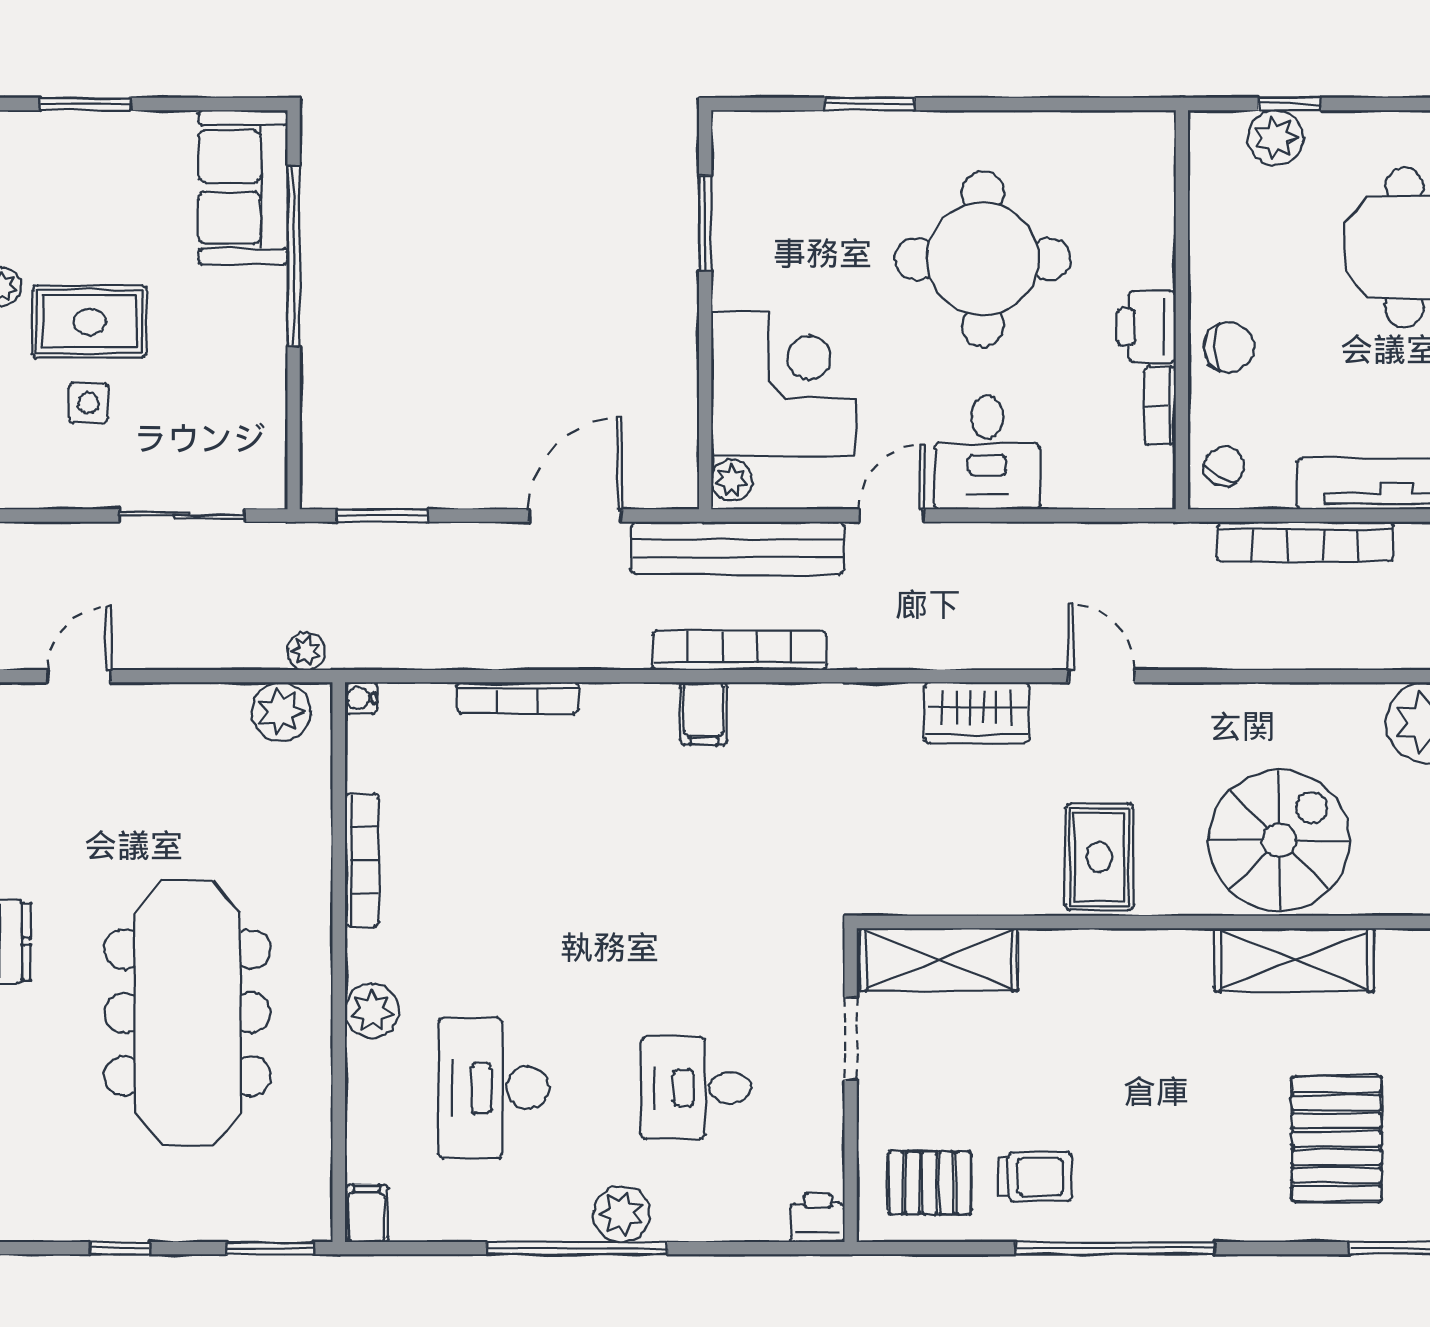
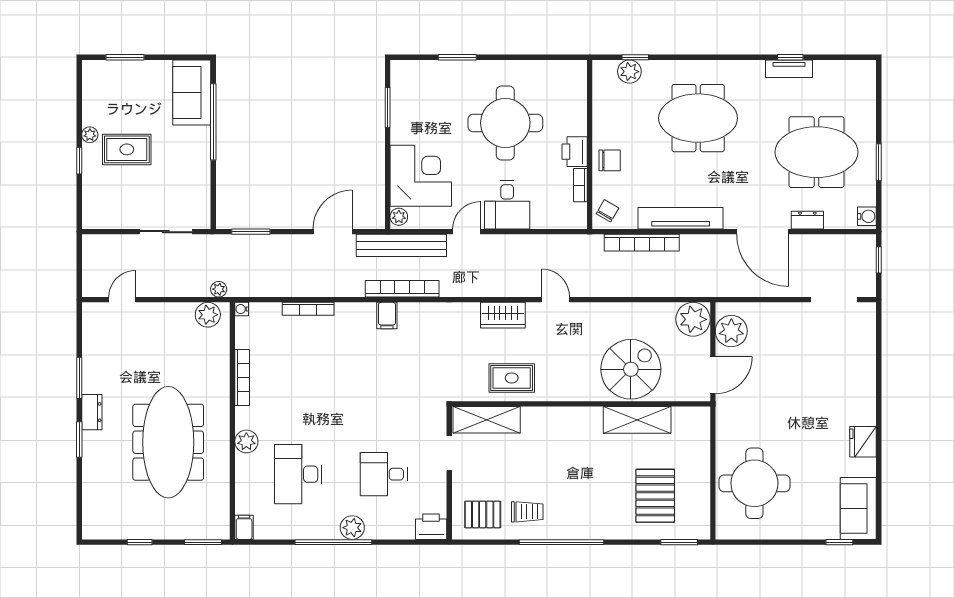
side table: (88, 403) -> (126, 184), removed
rug: (1099, 857) -> (512, 378), moved, turned 90
printer: (818, 1218) -> (431, 527), width x1.36, depth x1.24

